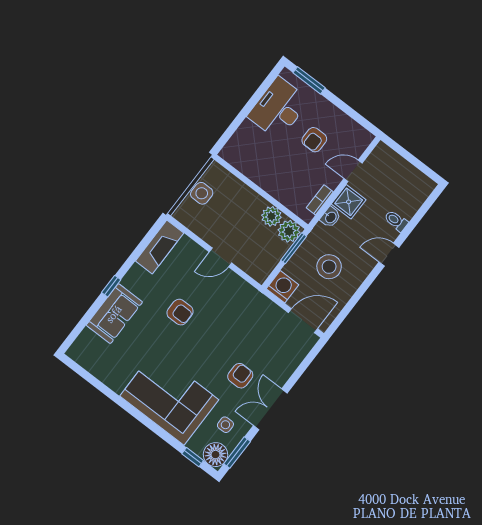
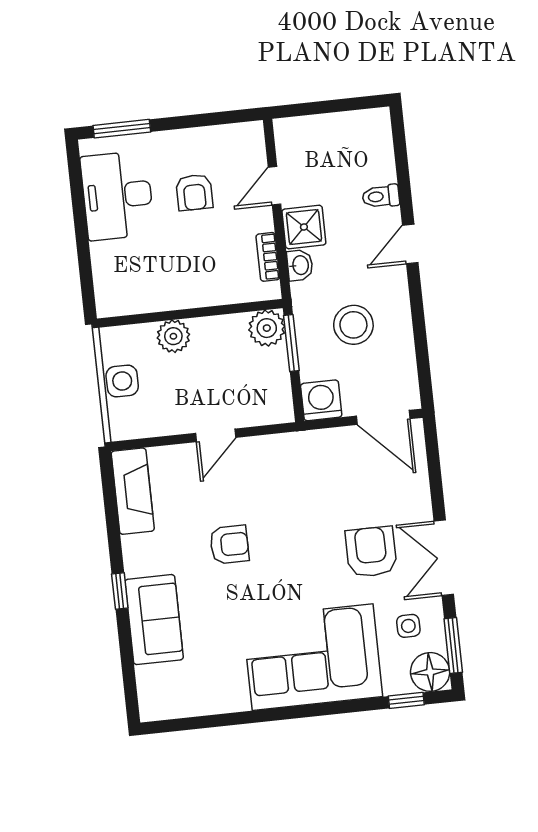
plant: (271, 216) -> (173, 336), moved
door: (303, 321) -> (383, 417), swing flipped
armchair: (240, 376) -> (371, 552), width x1.38, depth x1.38

